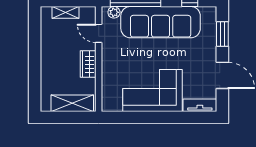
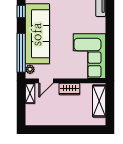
shelving: (66, 12) -> (30, 93), moved
corner sofa: (152, 91) -> (89, 56), moved

